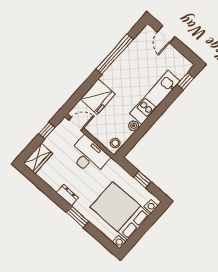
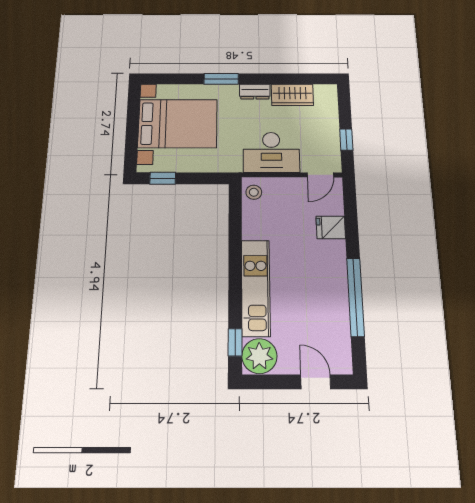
fridge: (98, 97) -> (331, 227), width x0.53, depth x0.75
plant: (134, 126) -> (259, 356), moved, width x1.87, depth x1.87
wardrobe: (38, 158) -> (292, 95), moved, turned -90
window: (142, 180) -> (163, 178), moved

